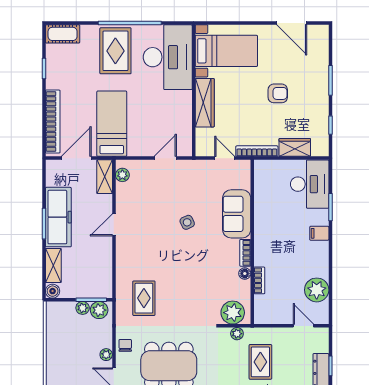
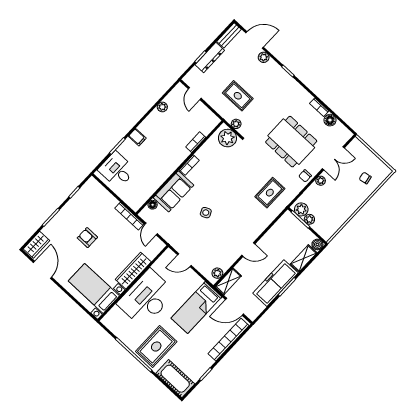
cot: (63, 34) -> (175, 379), width x1.37, depth x1.34
desk: (168, 57) -> (146, 298), moved
wardrobe: (295, 147) -> (37, 245), moved, turned -90
desk: (310, 184) -> (117, 170), width x0.73
floor lamp: (245, 274) -> (153, 205), moved
plant: (317, 290) -> (162, 107), width x0.53, depth x0.53
rug: (260, 362) -> (238, 96), turned 90

